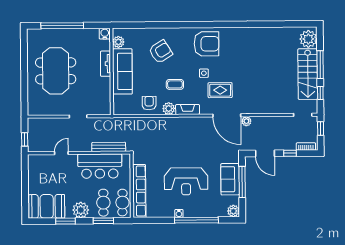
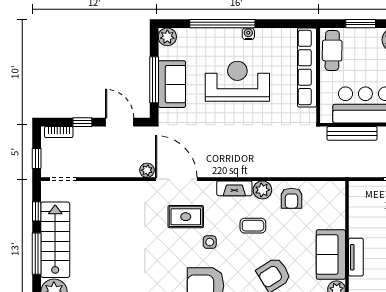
sofa: (122, 71) -> (331, 254), width x0.73
cafe table: (103, 203) -> (361, 51), removed

